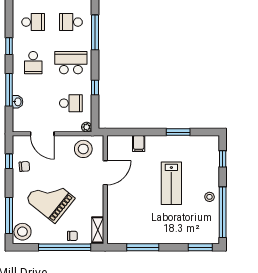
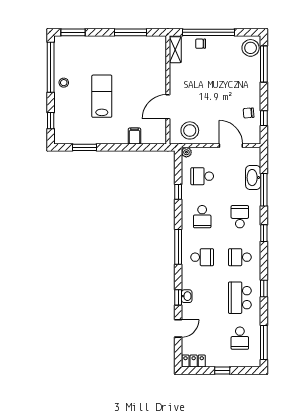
school desk: (71, 63) -> (202, 217), width x0.54
washbasin: (18, 102) -> (253, 178), width x1.91, depth x1.45
window: (178, 132) -> (84, 147), moved
grand piano: (50, 199) -> (223, 80), removed

